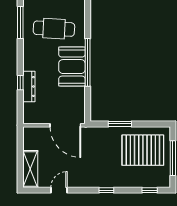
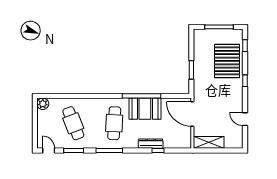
dresser: (29, 86) -> (151, 144), moved
door: (65, 125) -> (192, 114), swing flipped
pallet: (143, 150) -> (227, 61), moved
shelving: (30, 169) -> (209, 142), moved

